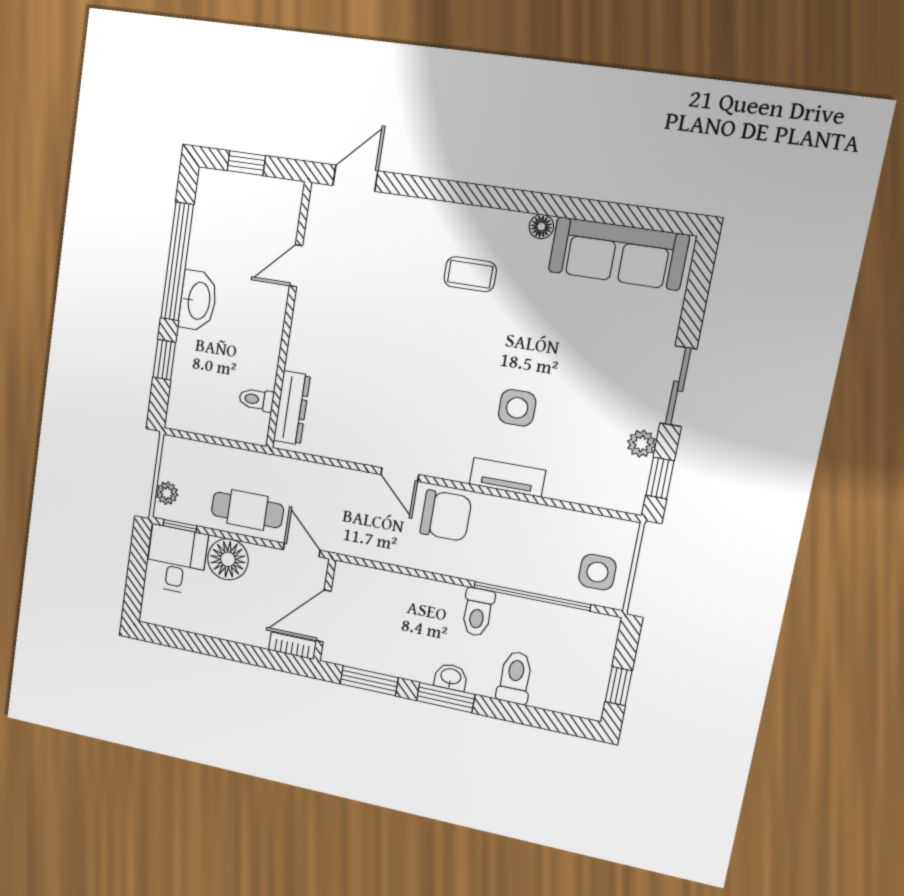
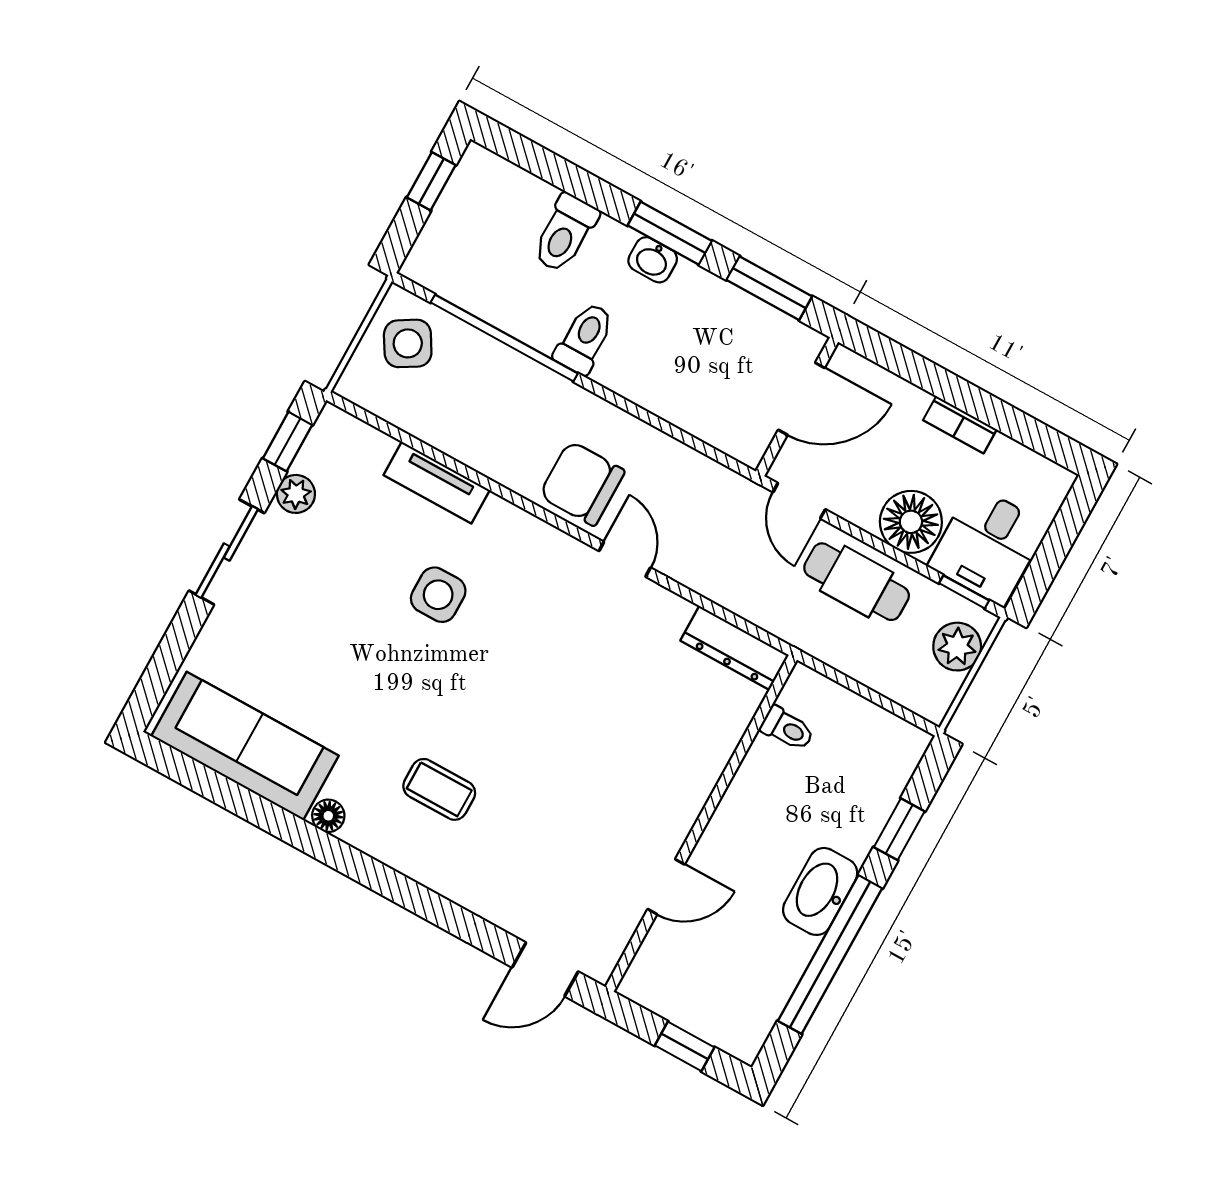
dresser: (292, 408) -> (735, 648), moved, turned -90
tv unit: (507, 477) -> (437, 483), moved
plant: (167, 493) -> (957, 647), width x1.38, depth x1.38
side table: (597, 572) -> (408, 343), turned -31
bookcase: (292, 646) -> (960, 425), moved

